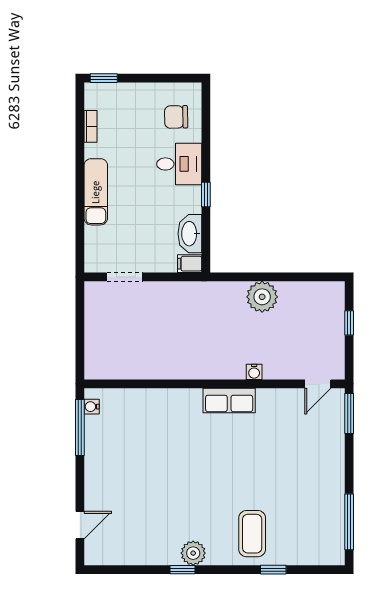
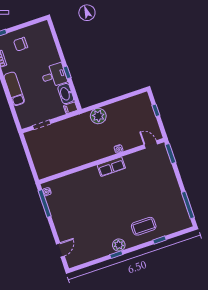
chair: (176, 117) -> (21, 44), moved
desk: (179, 164) -> (54, 75), moved
plant: (262, 297) -> (98, 116), moved
door: (318, 384) -> (151, 144), swing flipped
coffee table: (252, 534) -> (144, 226), turned 90

